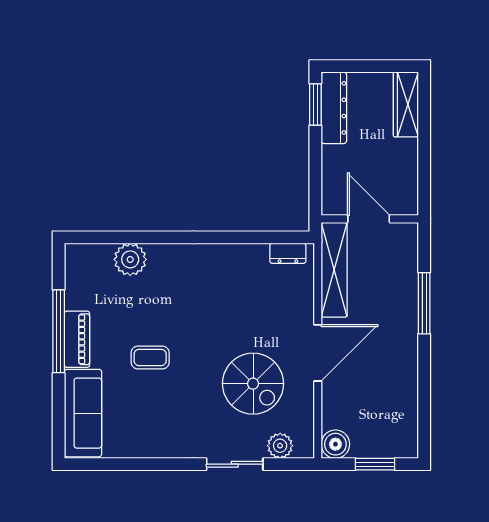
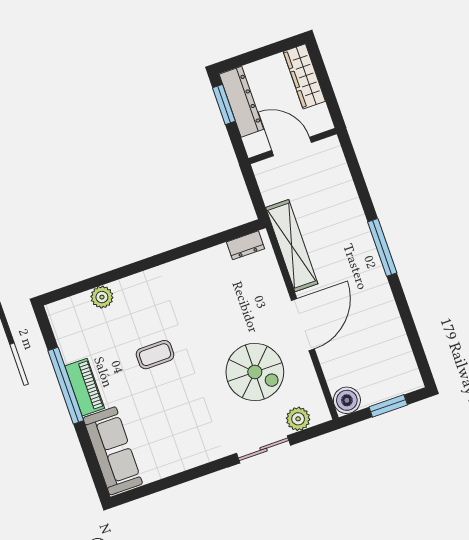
door: (369, 219) -> (292, 146), moved
wall: (370, 219) -> (293, 146), moved
plant: (130, 259) -> (102, 297), width x0.73, depth x0.73
coffee table: (150, 357) -> (155, 355), moved

